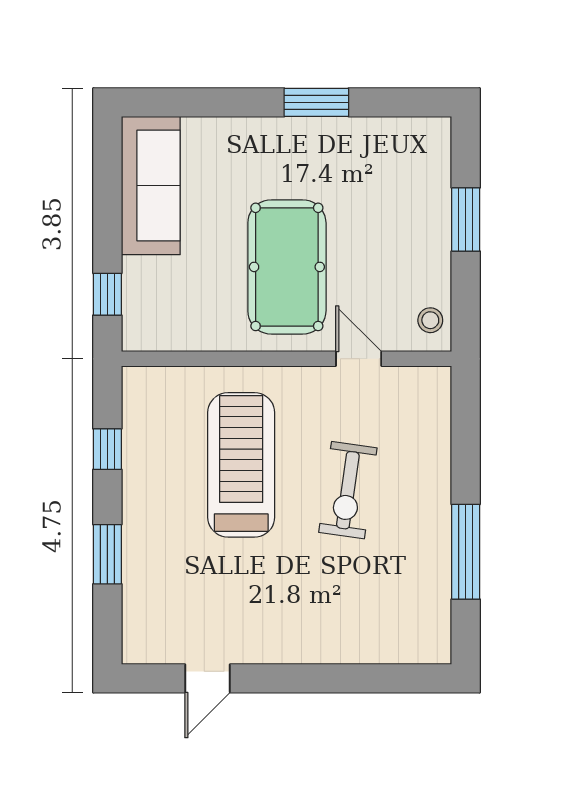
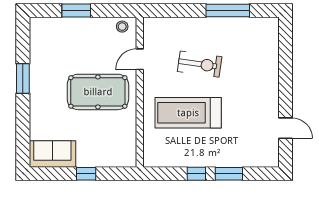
sofa: (151, 186) -> (52, 154), width x0.73
window: (107, 294) -> (86, 174), moved
window: (107, 449) -> (196, 174), moved

